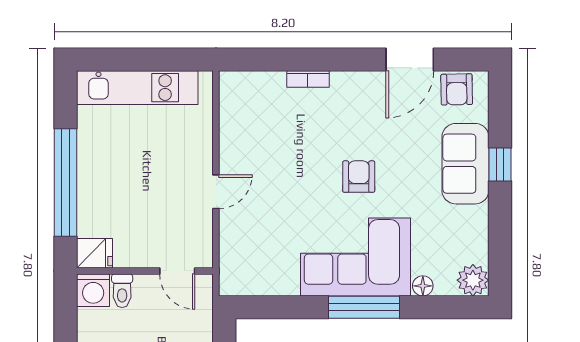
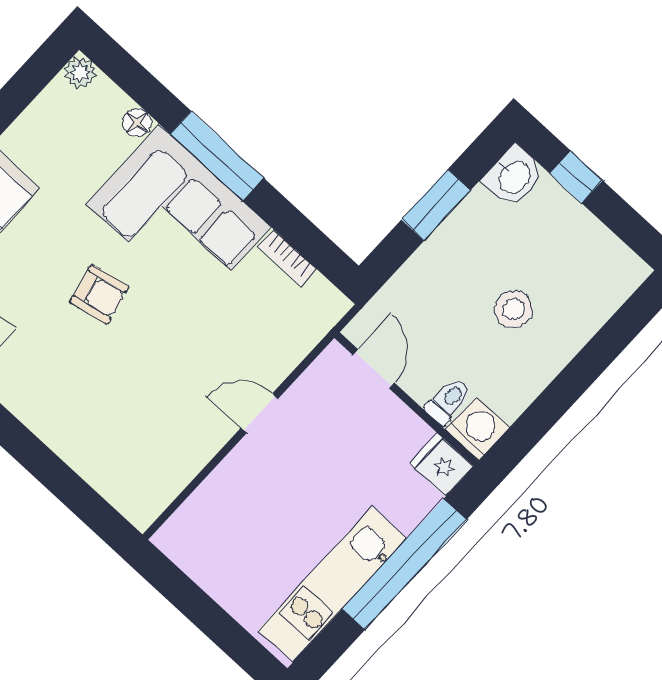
bookcase: (308, 79) -> (287, 258), moved, turned 180
kitchen unit: (137, 88) -> (332, 584), moved, turned -90
armchair: (359, 177) -> (99, 294), turned -102
plant: (473, 280) -> (80, 73), width x0.73, depth x0.73

